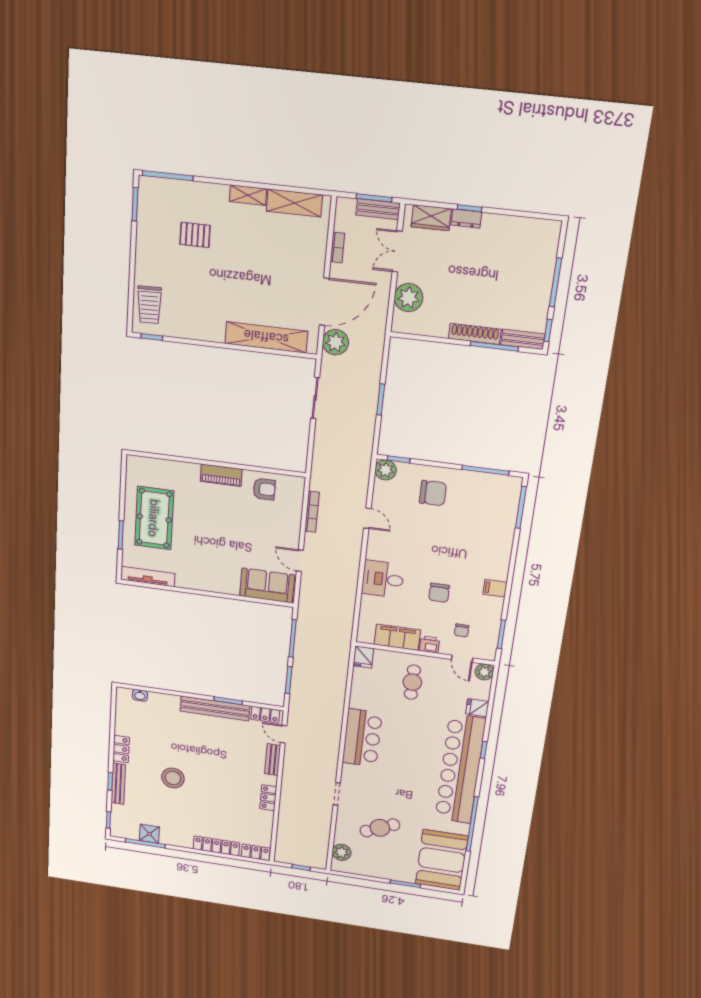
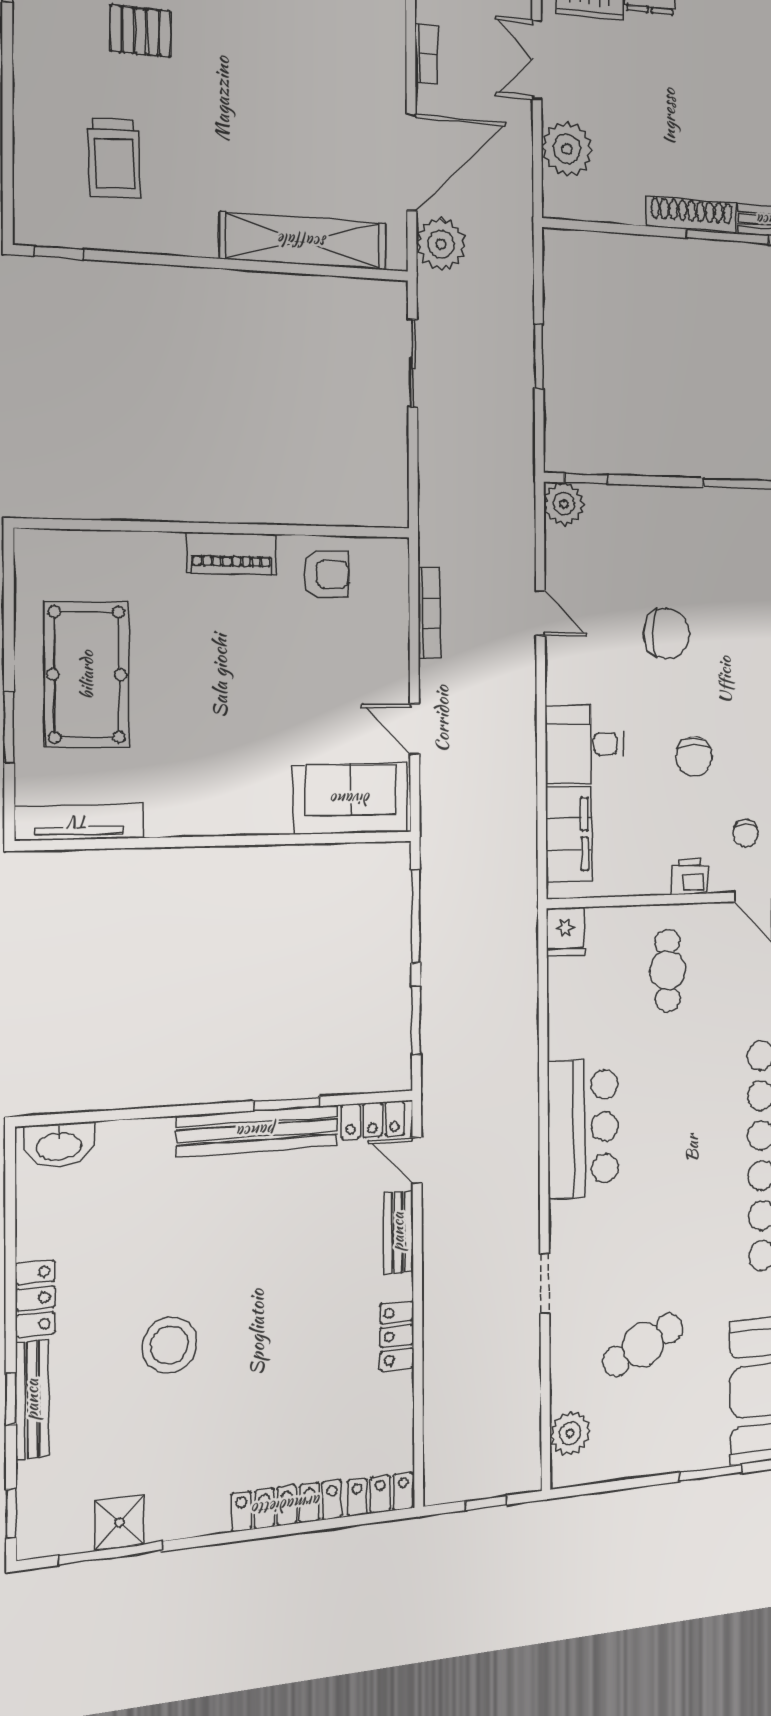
trolley: (149, 305) -> (114, 158), moved
chair: (433, 493) -> (667, 633), moved
filing cabinet: (397, 637) -> (569, 834), moved, turned 90
washbasin: (140, 695) -> (59, 1145), width x1.91, depth x1.45

